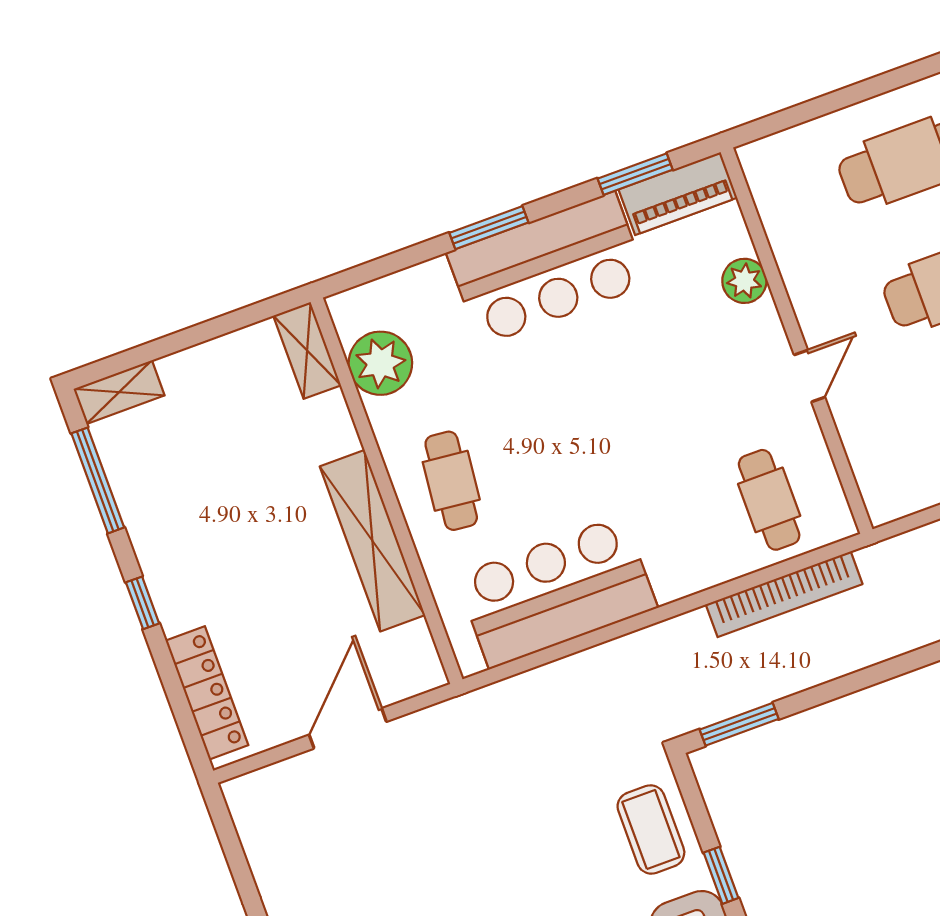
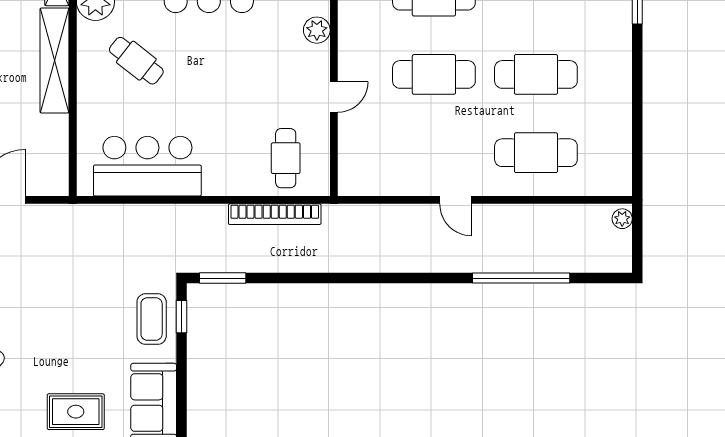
cafe table: (451, 481) -> (136, 61), moved, turned -58
shelving: (372, 541) -> (54, 60), moved
window: (721, 875) -> (182, 317), moved

